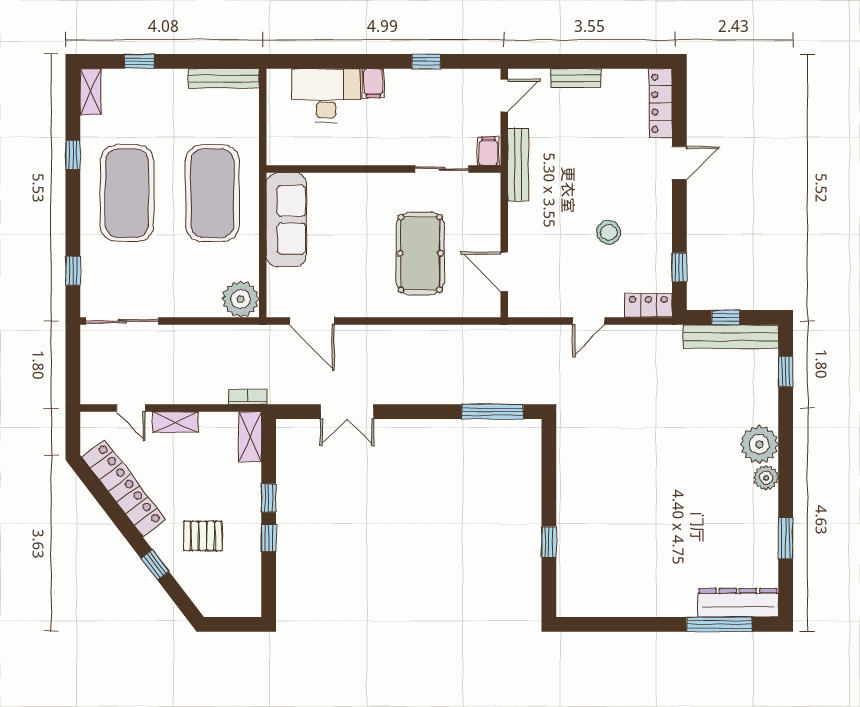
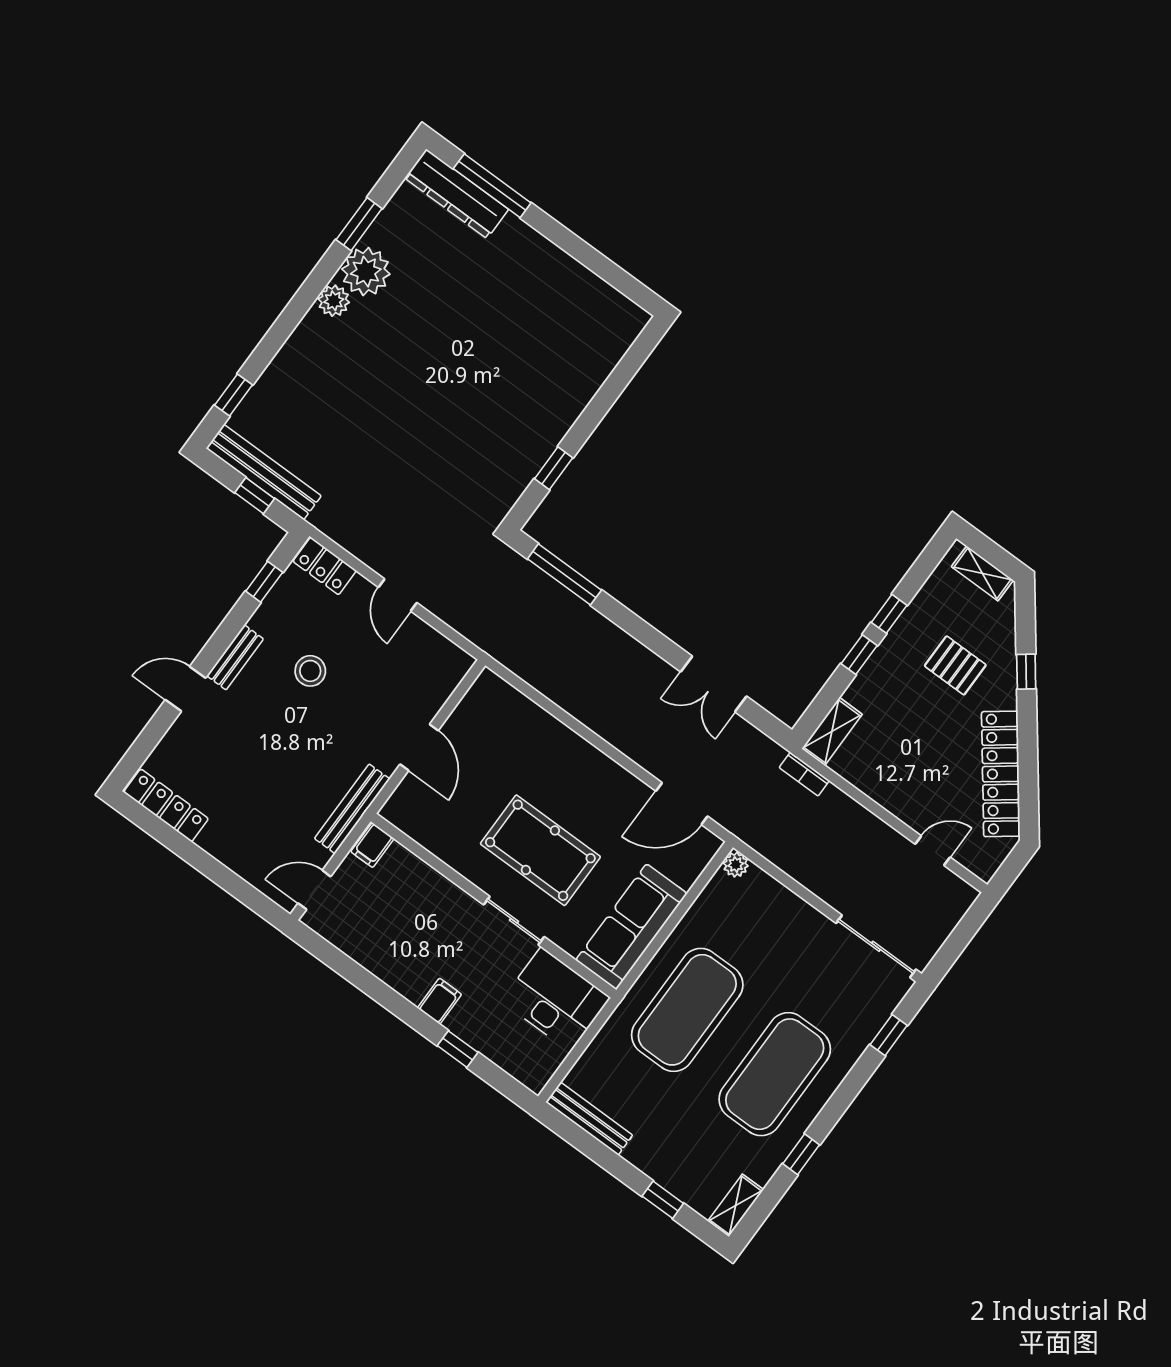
window: (426, 61) -> (458, 1049), moved
bench: (576, 78) -> (235, 657), moved, turned 90
desk: (326, 95) -> (556, 999), moved, turned 180
locker: (661, 103) -> (166, 805), moved, turned -90
sliding door: (442, 169) -> (514, 921), moved
pool table: (420, 253) -> (540, 850), moved, turned 90
door: (504, 272) -> (419, 747), moved
plant: (241, 299) -> (736, 865), width x0.53, depth x0.53
door: (312, 321) -> (682, 804), swing flipped
door: (589, 321) -> (398, 595), swing flipped
door: (131, 408) -> (933, 851), hinge flipped
double door: (347, 412) -> (714, 684), swing flipped
shelving: (176, 422) -> (982, 573), moved
plant: (759, 444) -> (366, 272), moved
window: (549, 542) -> (554, 468), moved

